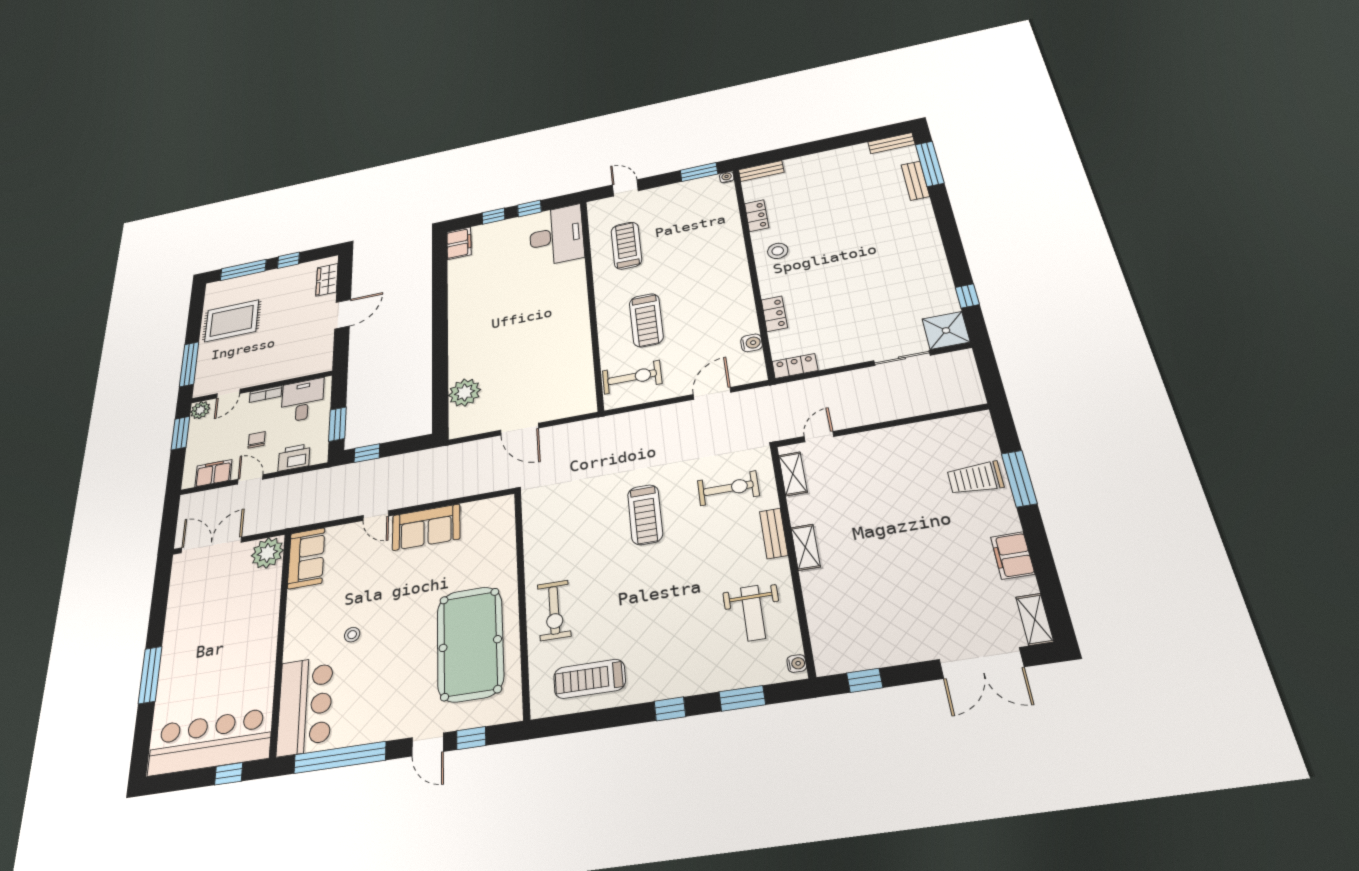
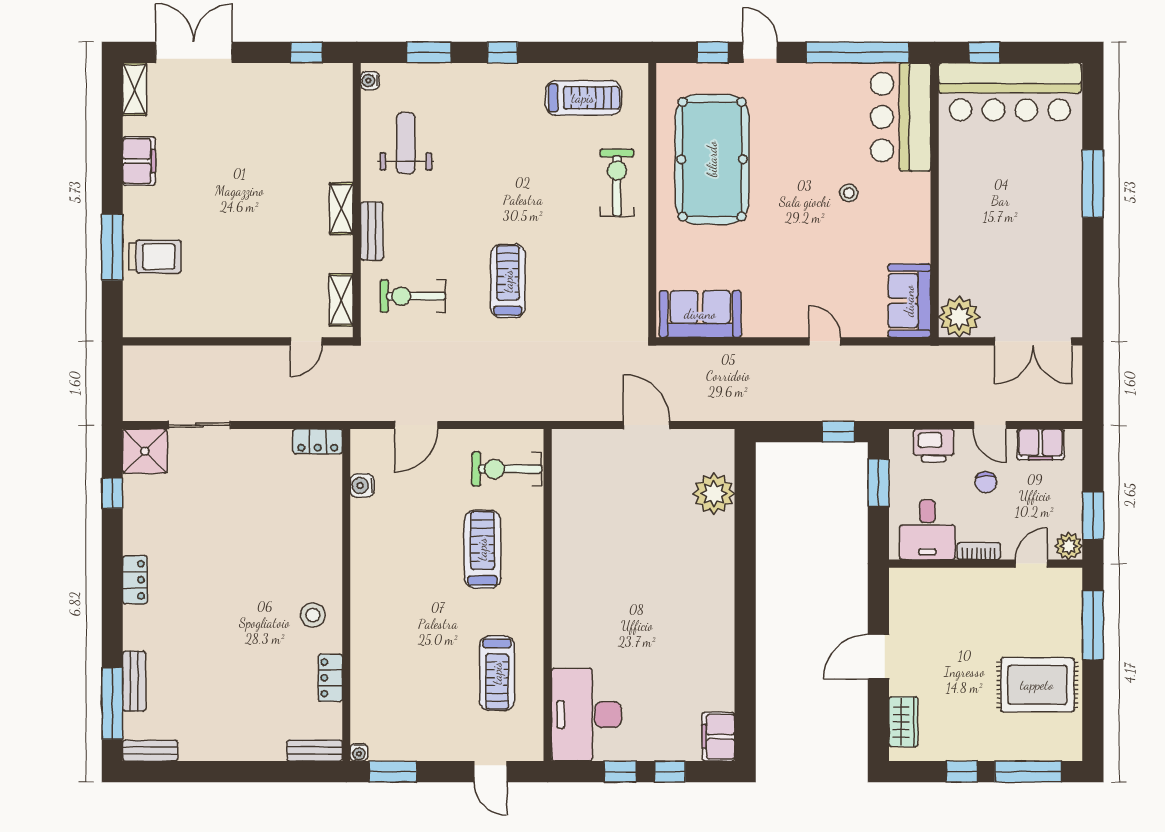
locker: (774, 314) -> (135, 580), moved, turned 180
sofa: (426, 527) -> (700, 314), moved

